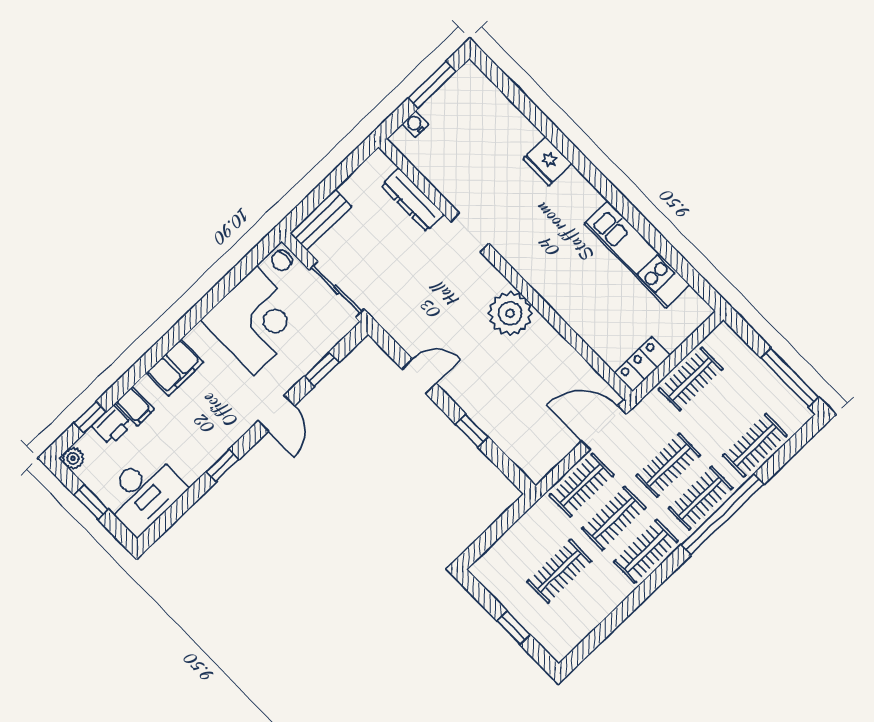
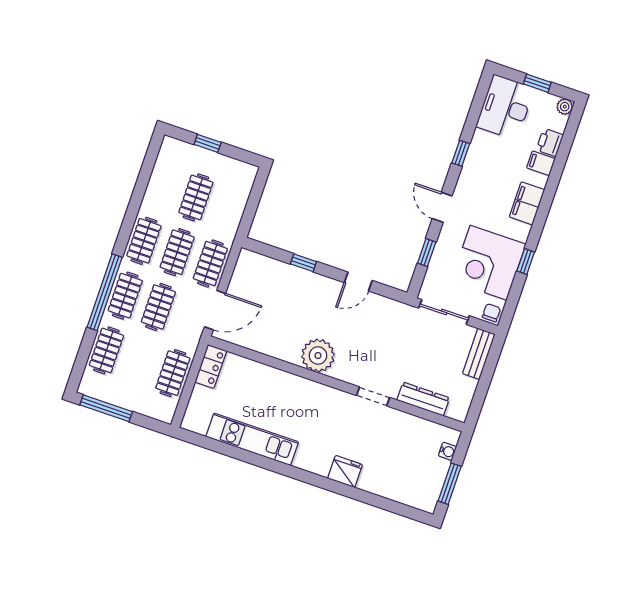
window: (90, 417) -> (526, 262), moved

